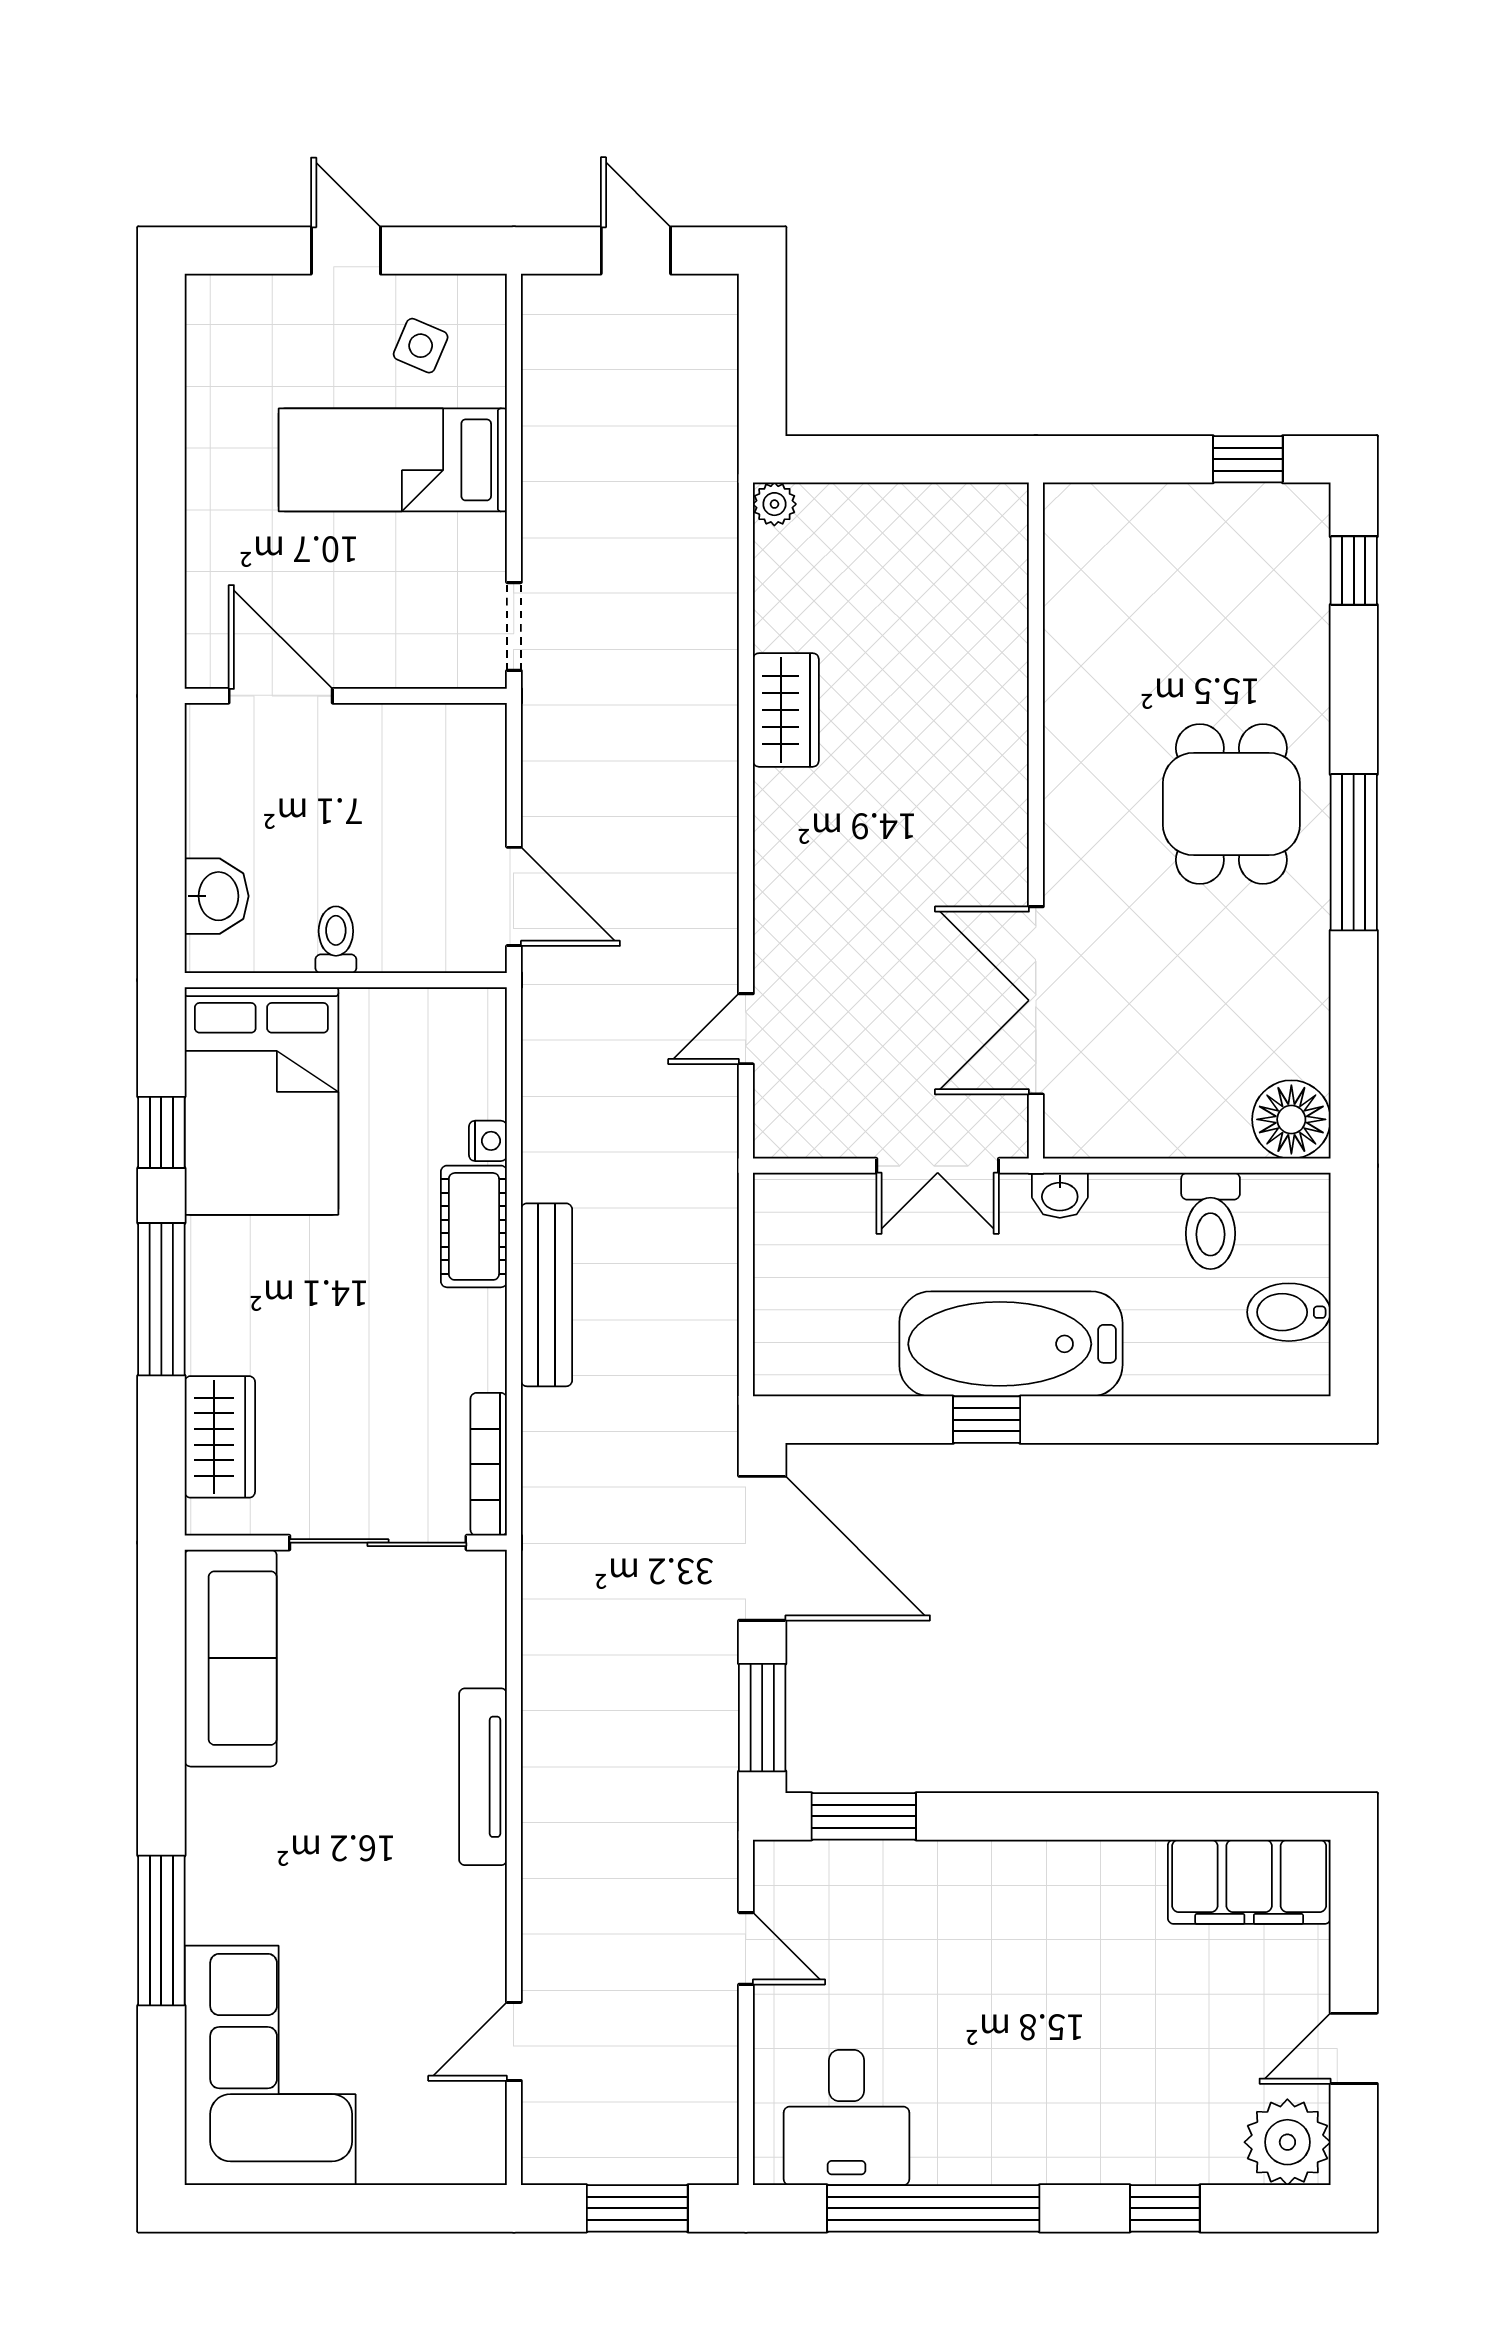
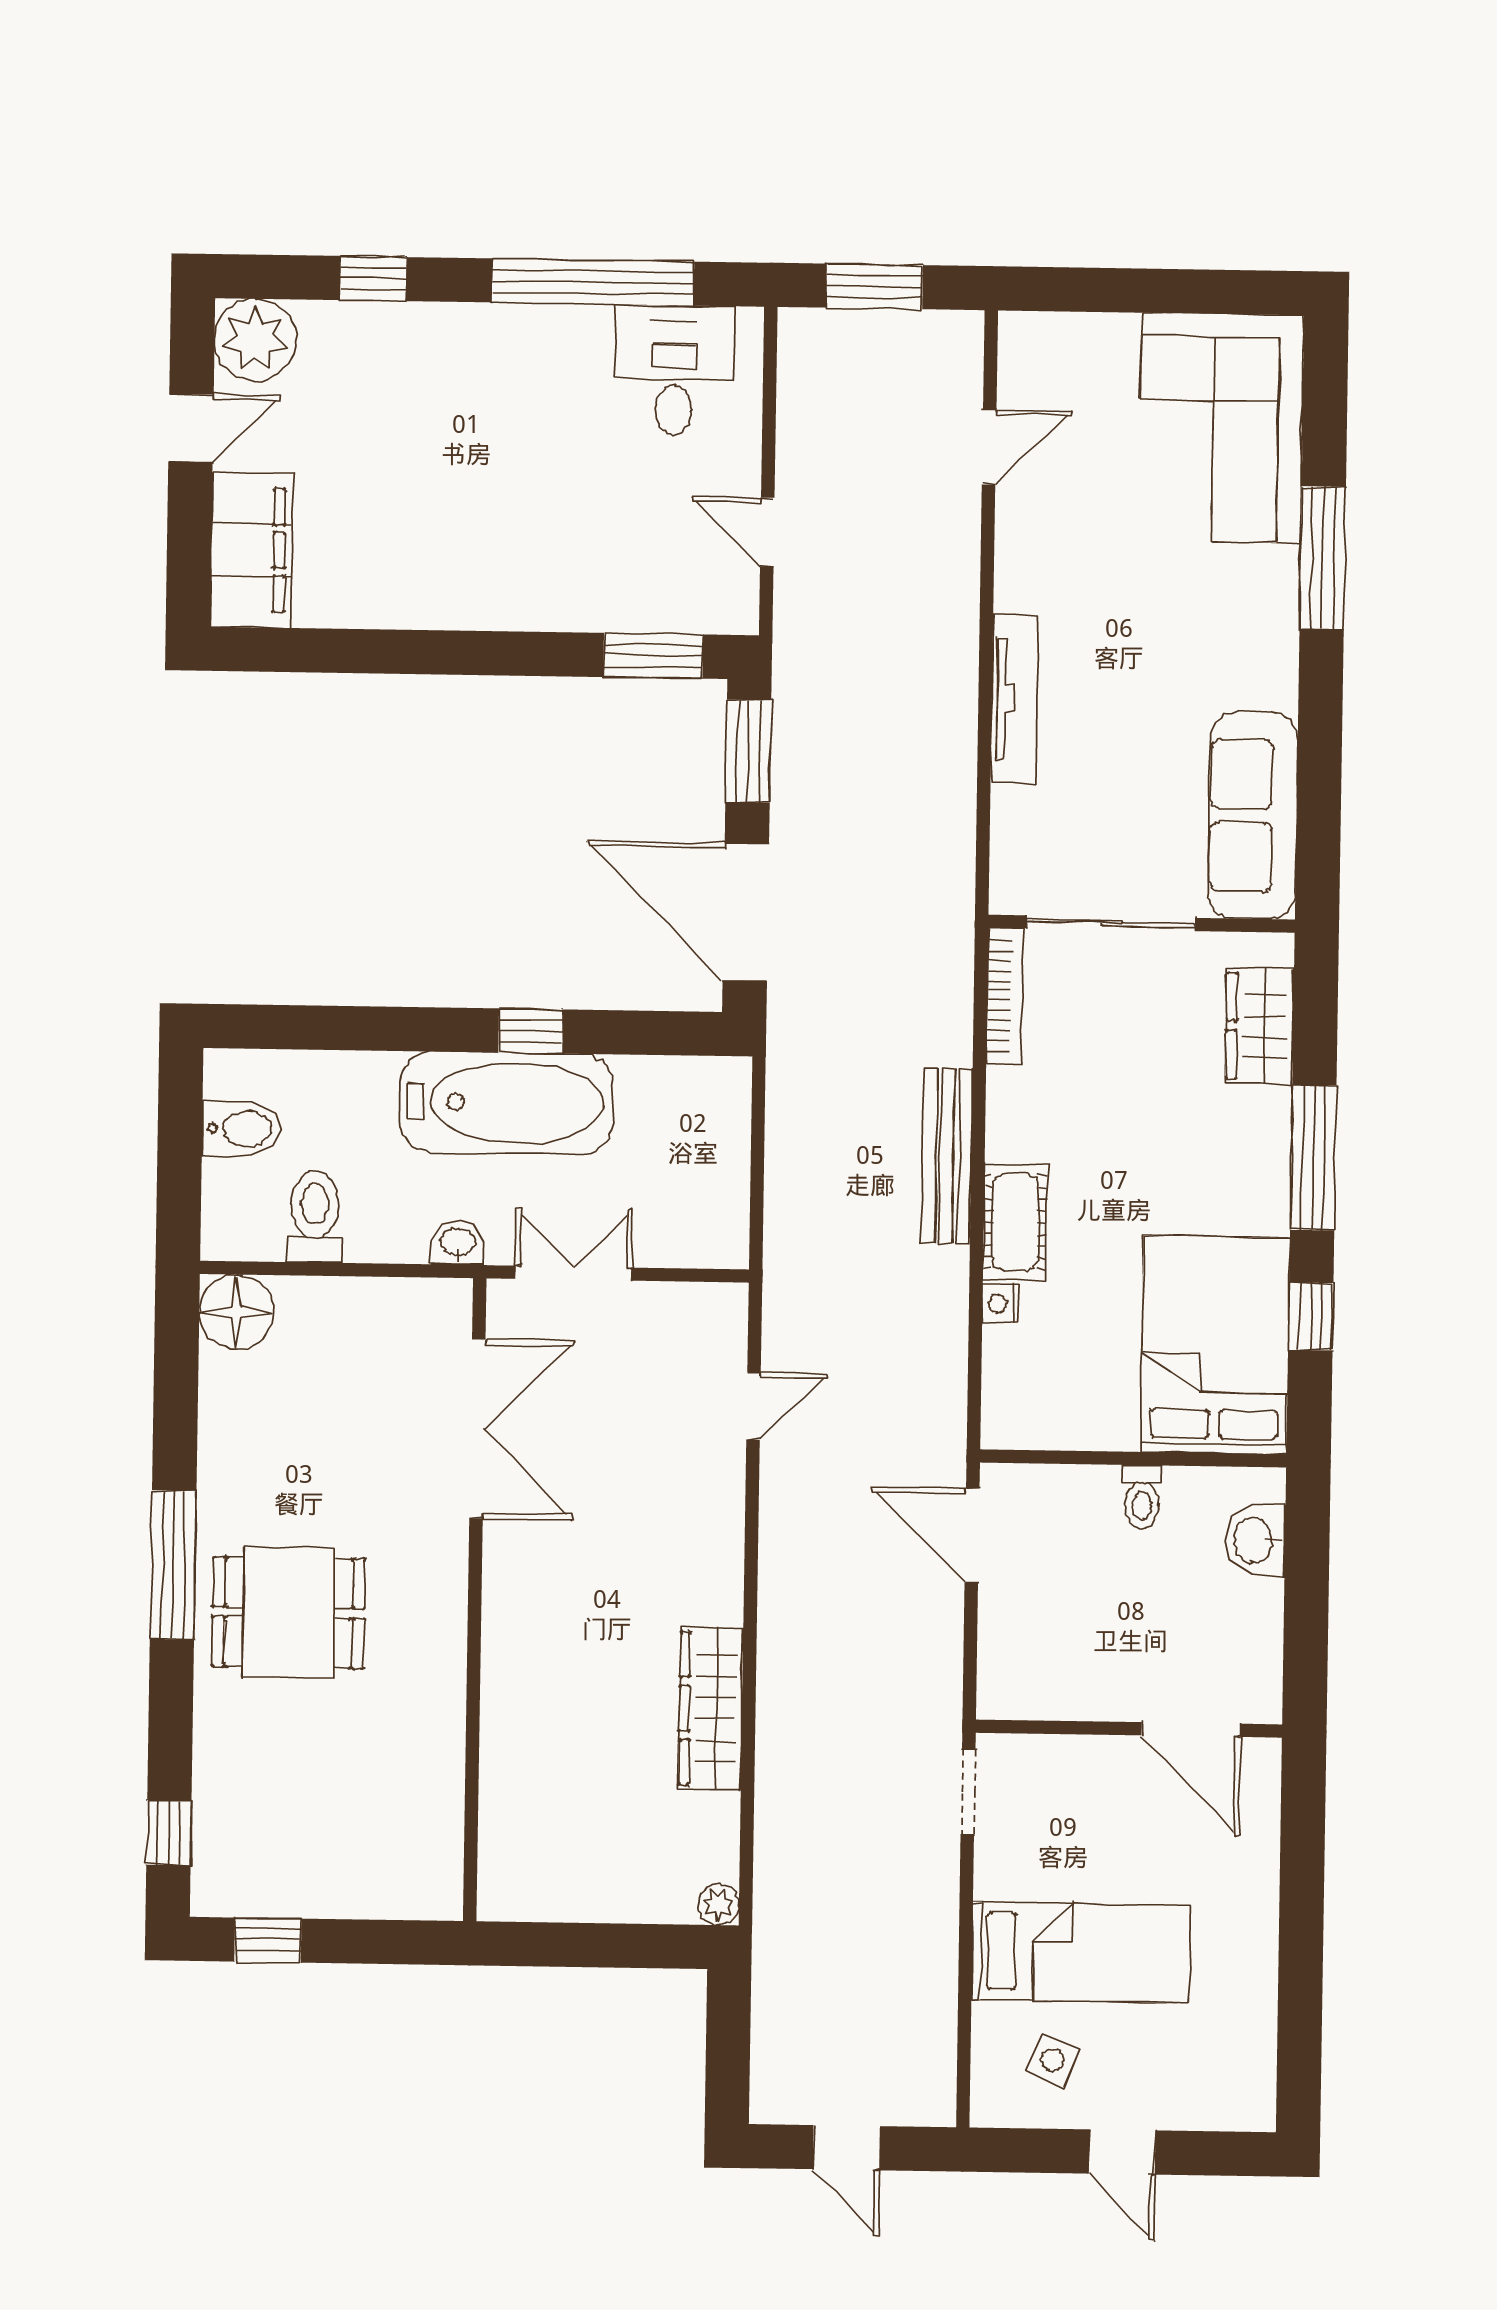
wardrobe: (786, 710) -> (711, 1709), width x1.50
dining table: (1231, 804) -> (289, 1613), turned 90
filing cabinet: (1249, 1882) -> (251, 550), moved, turned 90

